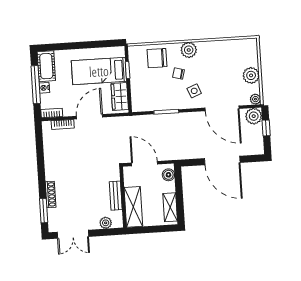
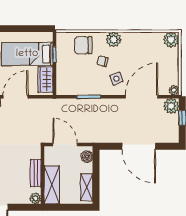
plant: (251, 75) -> (171, 40), moved
door: (222, 108) -> (142, 97), swing flipped
plant: (106, 223) -> (35, 198), moved

